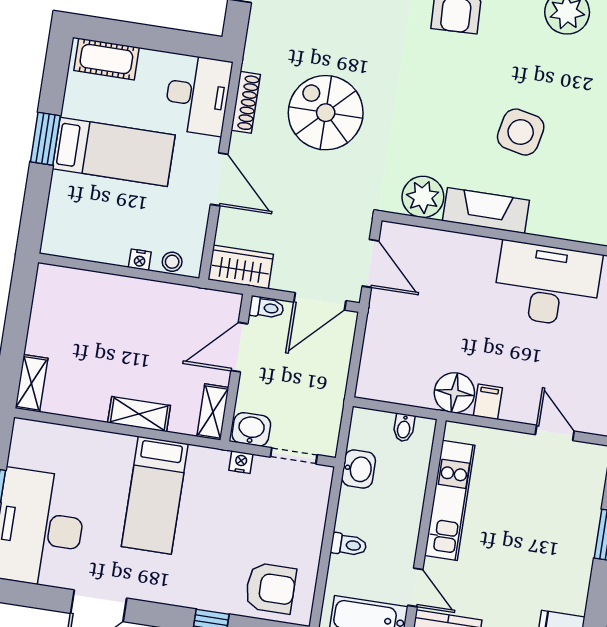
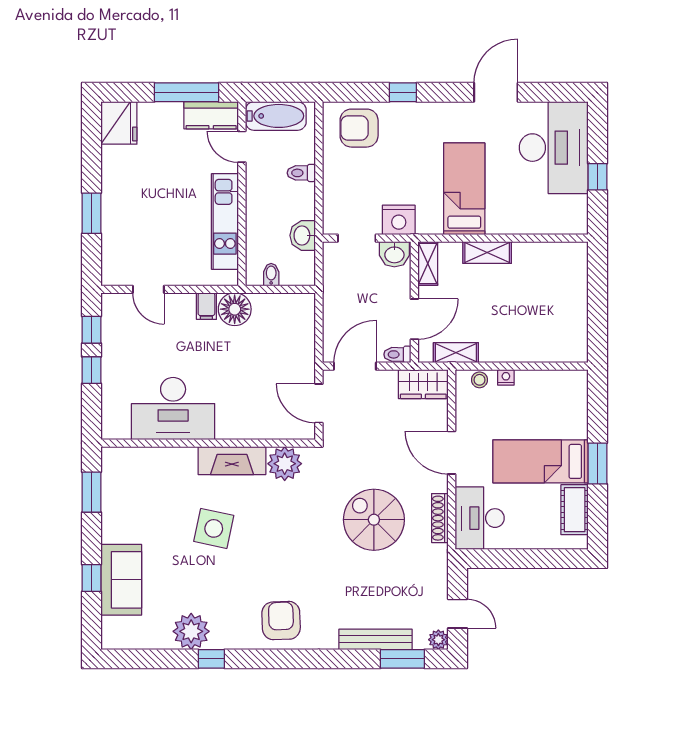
cot: (106, 59) -> (575, 510), moved, turned 90
spiral stairs: (326, 113) -> (374, 520), turned 180
shelving: (32, 383) -> (456, 353), moved, turned 90
nightstand: (241, 462) -> (399, 220), width x1.89, depth x1.79

